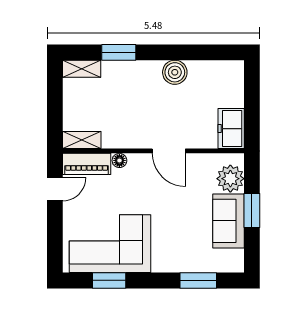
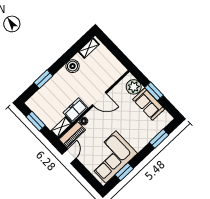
shelving: (82, 69) -> (89, 48), moved
window: (55, 99) -> (36, 121), added
freezer: (231, 129) -> (76, 110), moved, turned 90

